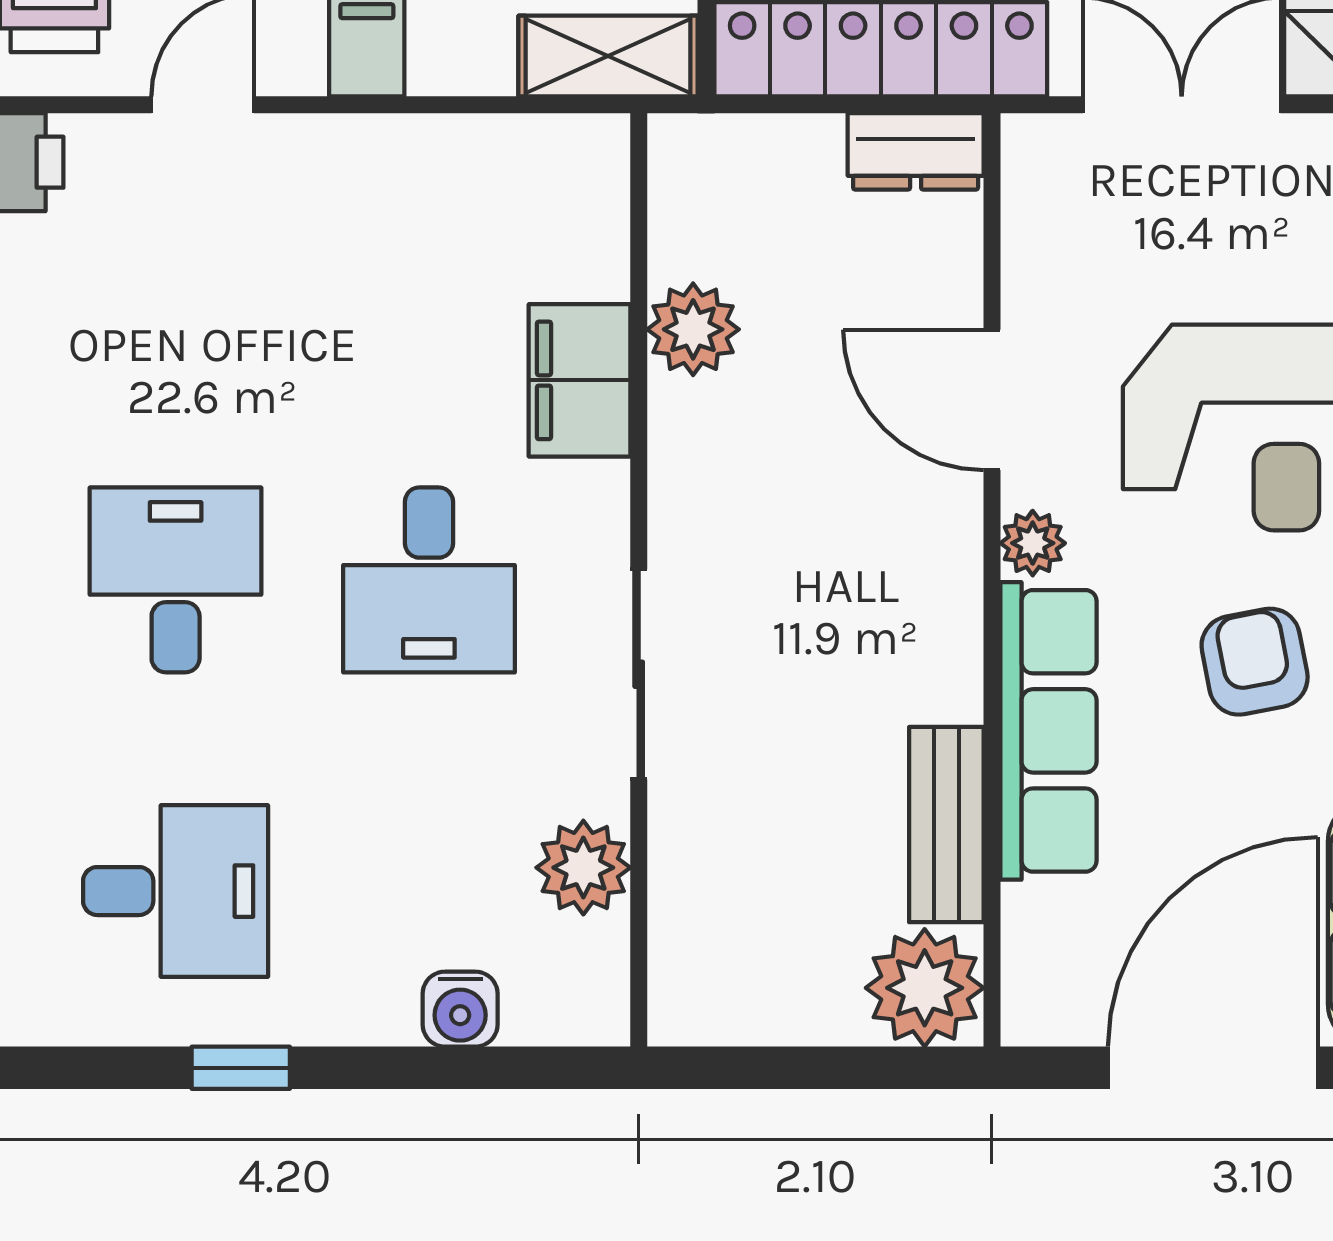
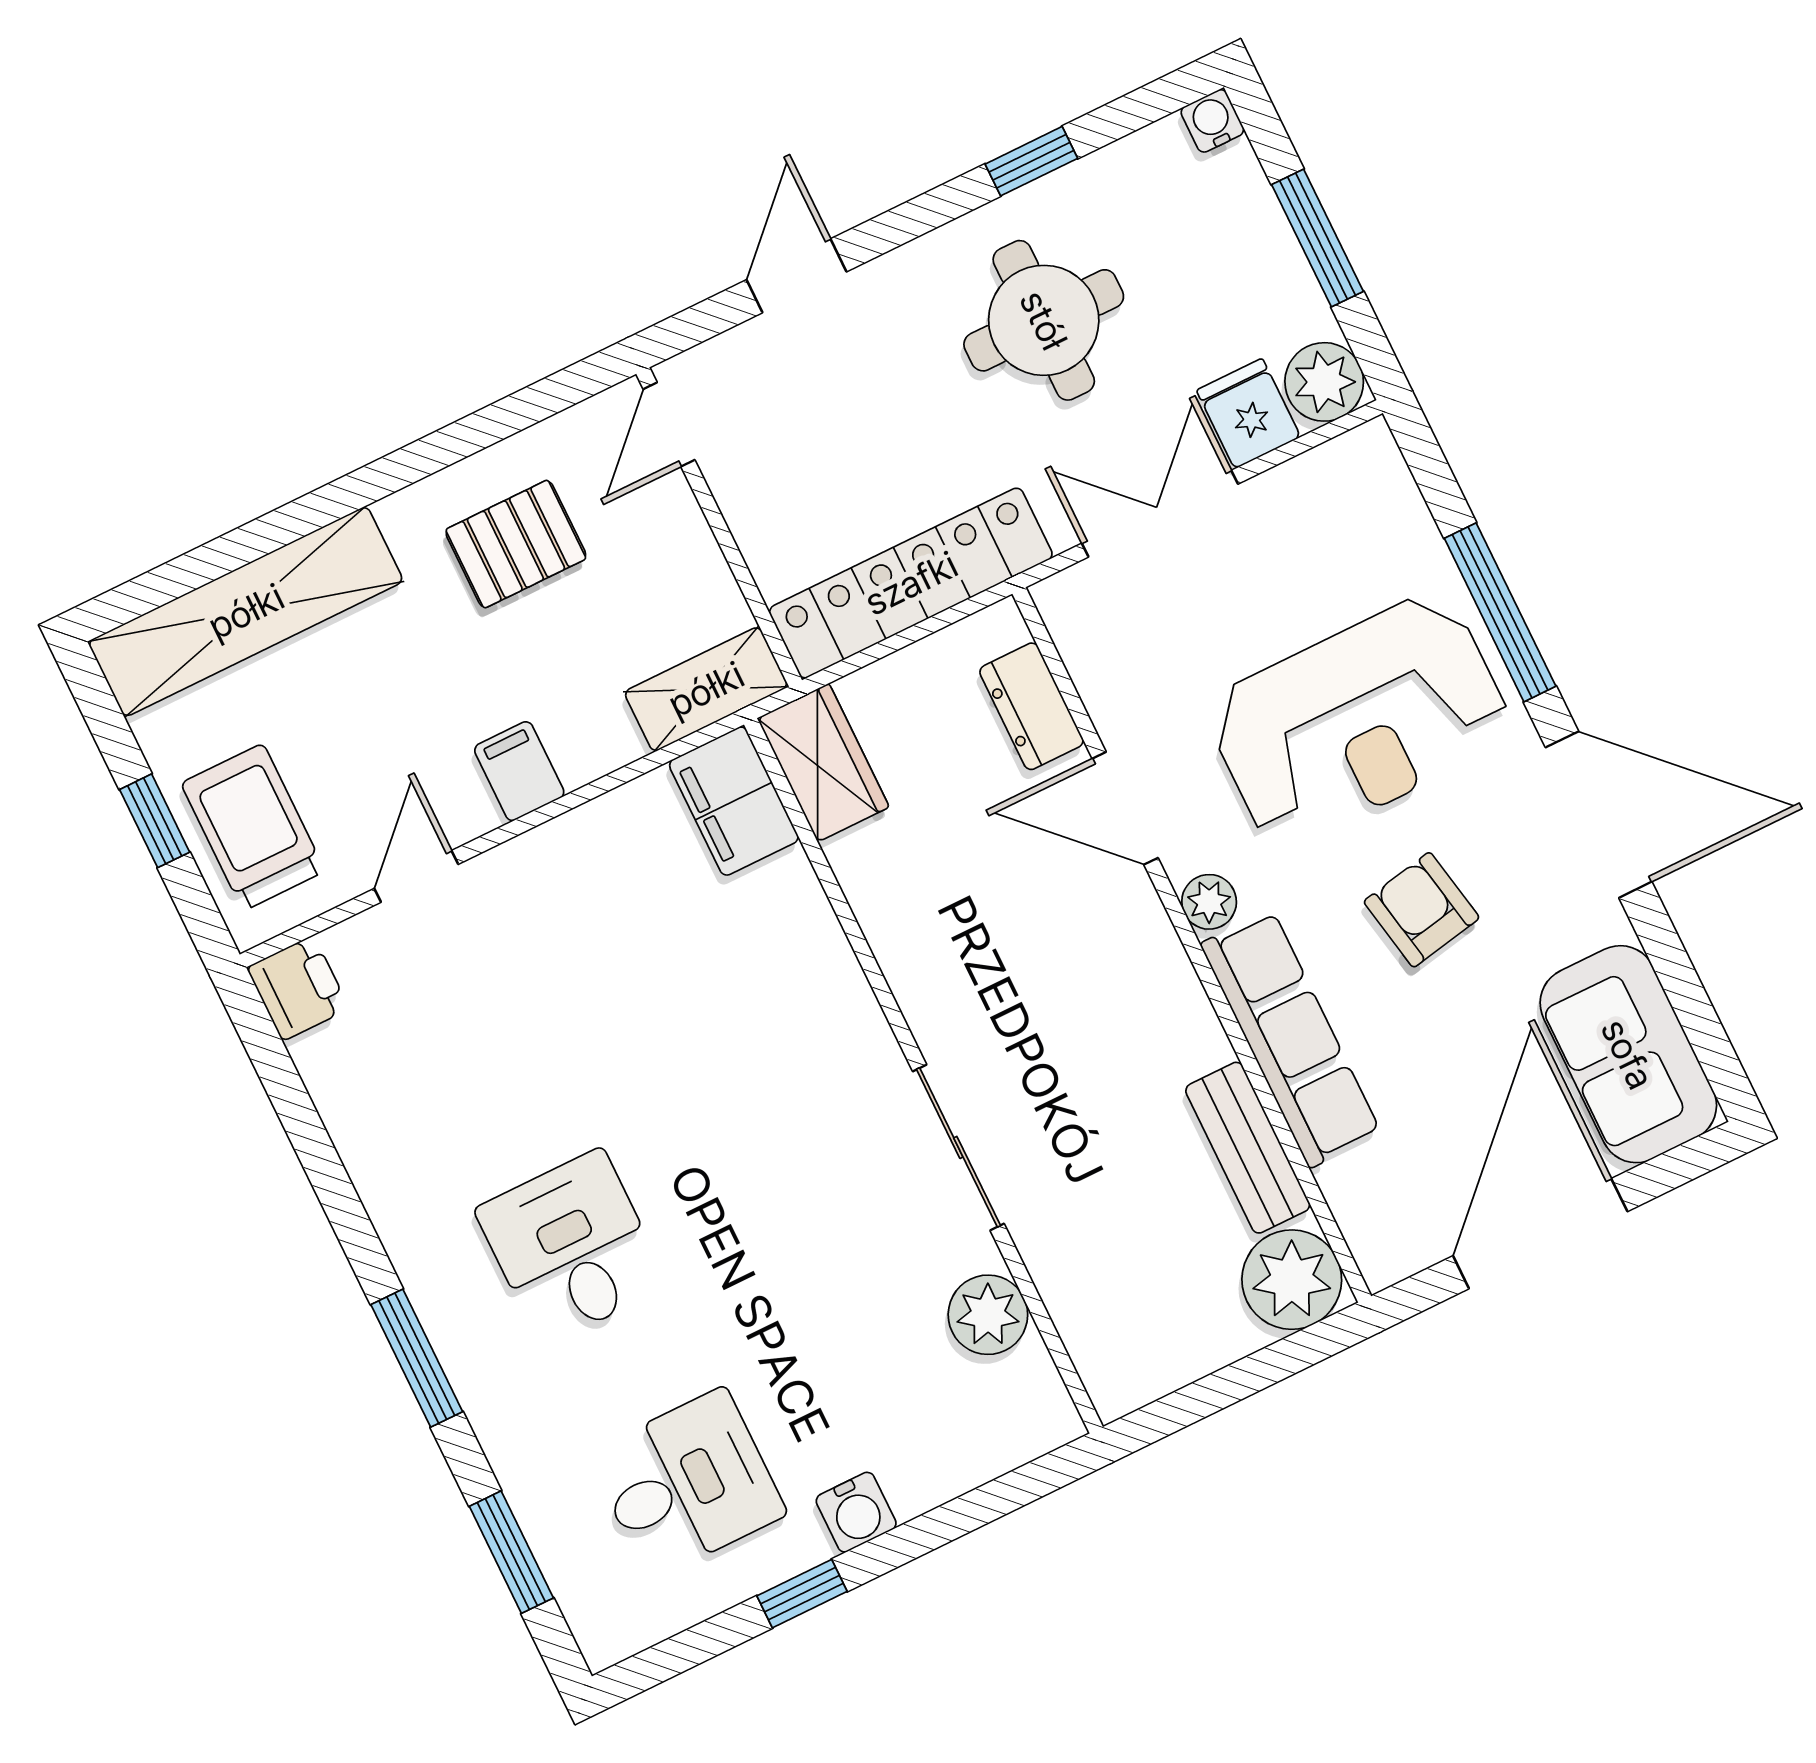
dresser: (916, 151) -> (1032, 706), moved, turned 90
wardrobe: (695, 195) -> (823, 763), added
plant: (693, 329) -> (872, 865), removed
filing cabinet: (580, 380) -> (734, 801), moved
desk: (429, 580) -> (764, 1153), removed
water cooler: (460, 1009) -> (856, 1512), moved

